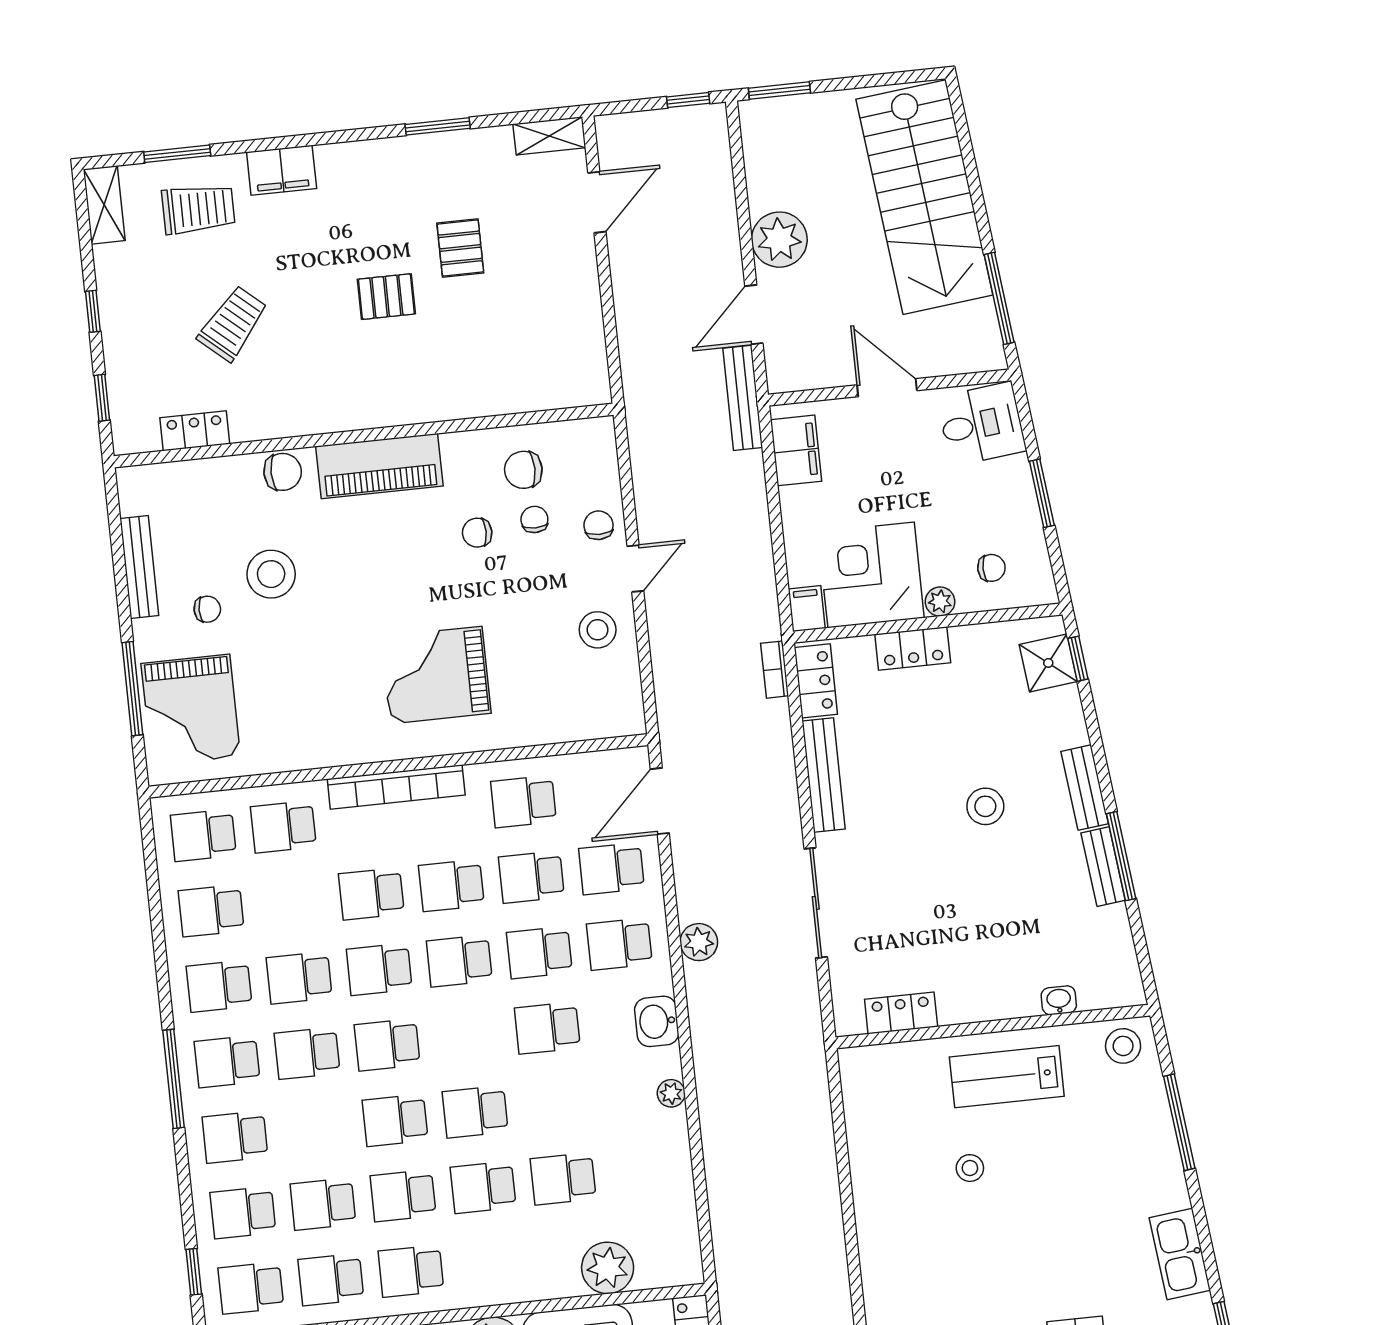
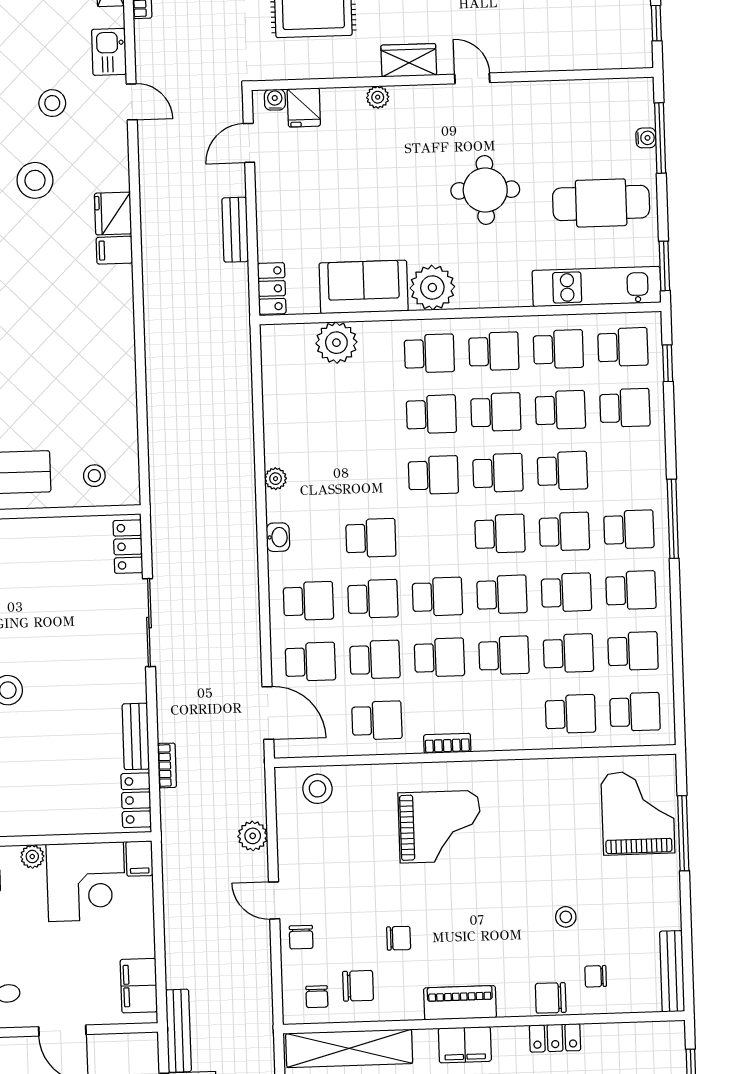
shelving: (529, 391) -> (349, 1048), added
filing cabinet: (385, 406) -> (465, 1045), added
locker: (195, 431) -> (555, 1038), moved
piano: (379, 466) -> (460, 1003), width x0.73, depth x0.75
chair: (534, 519) -> (317, 997), moved
bench: (139, 567) -> (672, 971), moved
door: (635, 568) -> (274, 900), hinge flipped
stool: (271, 574) -> (566, 917), width x0.53, depth x0.53
chair: (207, 609) -> (596, 976), moved
stool: (598, 630) -> (317, 789), moved
locker: (913, 648) -> (57, 821), removed
bookcase: (775, 670) -> (167, 765), moved
bench: (824, 775) -> (136, 736), width x0.73
bookcase: (396, 787) -> (447, 743), width x0.43, depth x0.76
door: (660, 801) -> (268, 713), hinge flipped
school desk: (291, 902) -> (568, 653), added
plant: (699, 942) -> (253, 836), moved
locker: (901, 1013) -> (128, 547), moved, turned 90
washbasin: (657, 1021) -> (278, 537), width x0.72, depth x0.69
school desk: (235, 1137) -> (562, 471), moved
stool: (970, 1168) -> (94, 476), moved
school desk: (563, 1179) -> (429, 353), moved

